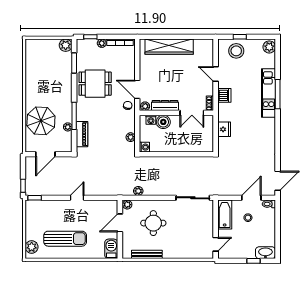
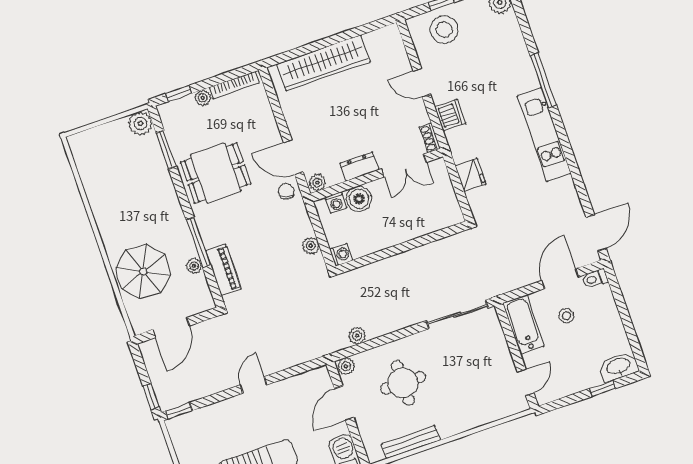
kitchen unit: (269, 93) -> (544, 134), moved
dresser: (165, 106) -> (359, 167), width x0.70

